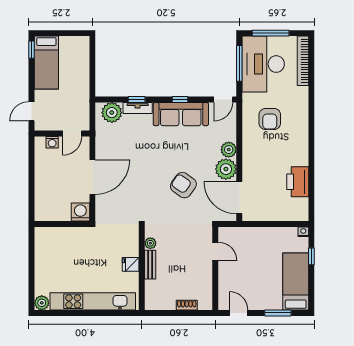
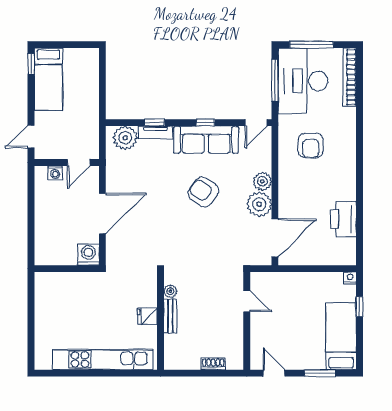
armchair: (183, 185) -> (203, 192), moved
door: (239, 198) -> (275, 238), swing flipped
plant: (42, 303) -> (43, 361), removed

